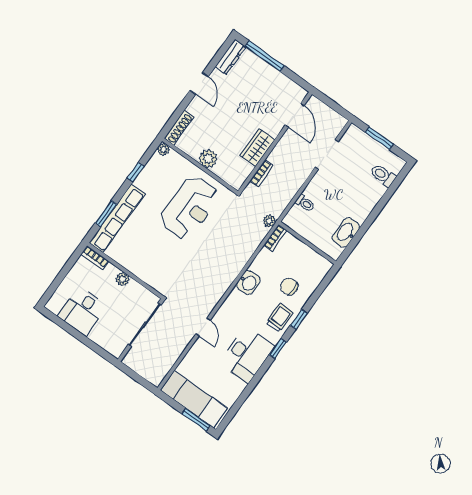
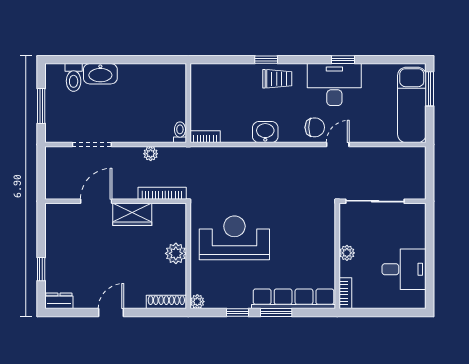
window: (265, 56) -> (41, 269), width x0.46
dresser: (230, 57) -> (59, 301), width x0.70
door: (295, 115) -> (96, 201), moved
bookcase: (262, 173) -> (162, 193), width x1.56
toilet: (305, 203) -> (180, 132), moved
window: (106, 214) -> (276, 313), moved
plant: (269, 221) -> (151, 154), moved
washbasin: (346, 232) -> (100, 74), moved
chair: (289, 286) -> (315, 127), moved, turned -90
trolley: (280, 318) -> (277, 79), turned 180
window: (278, 348) -> (343, 60), moved

